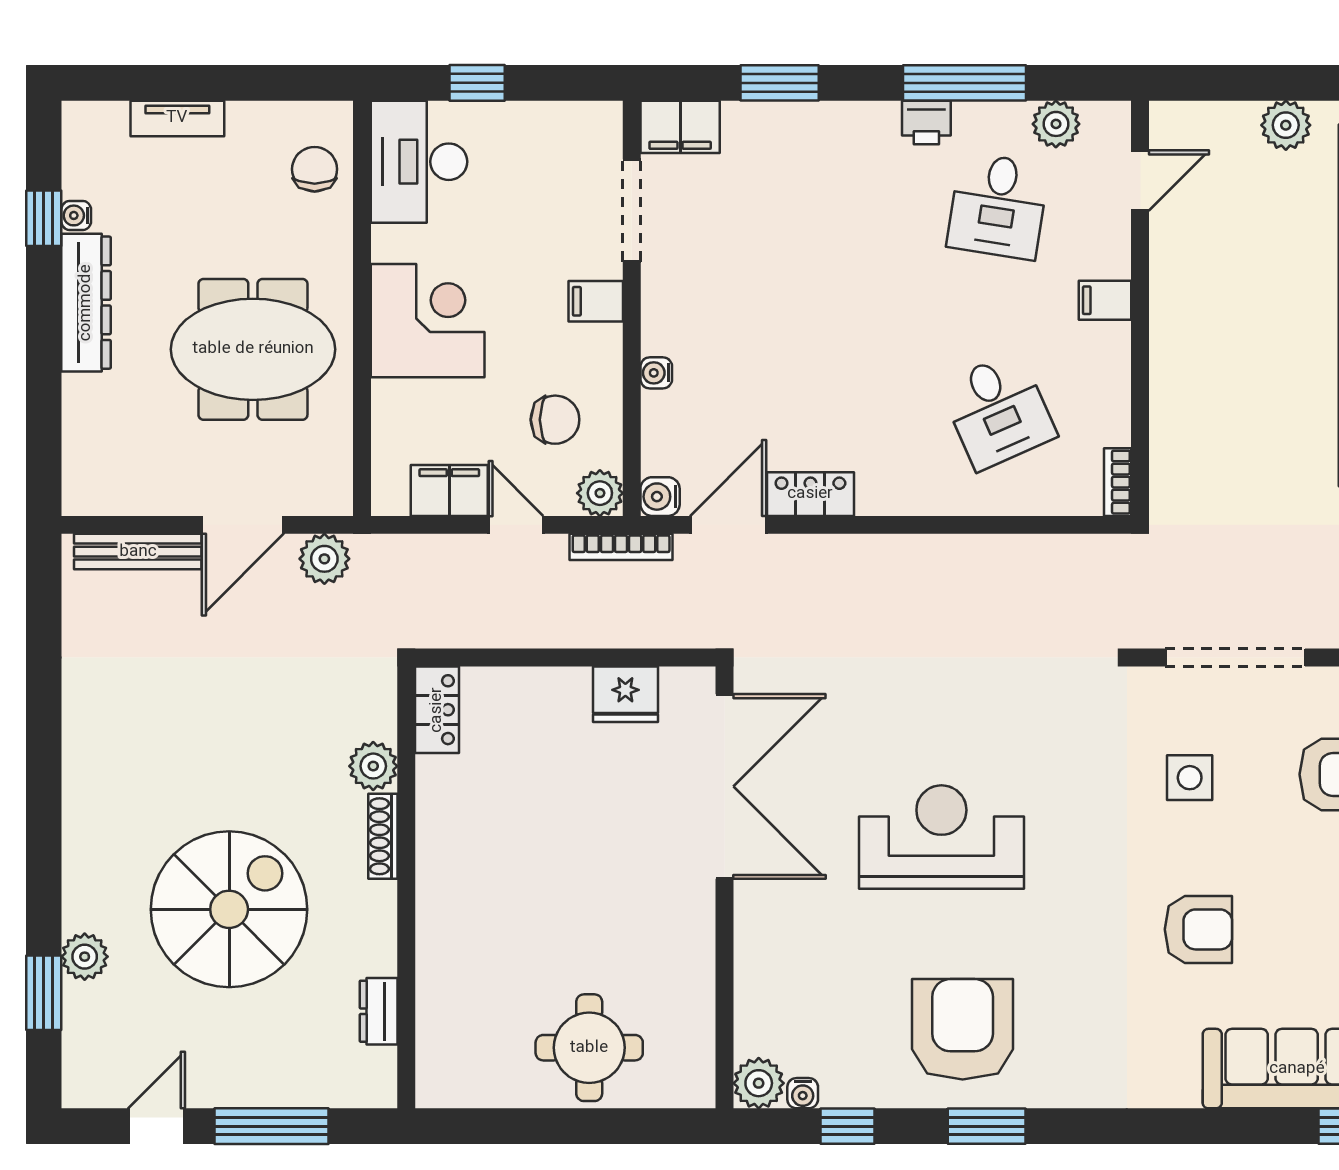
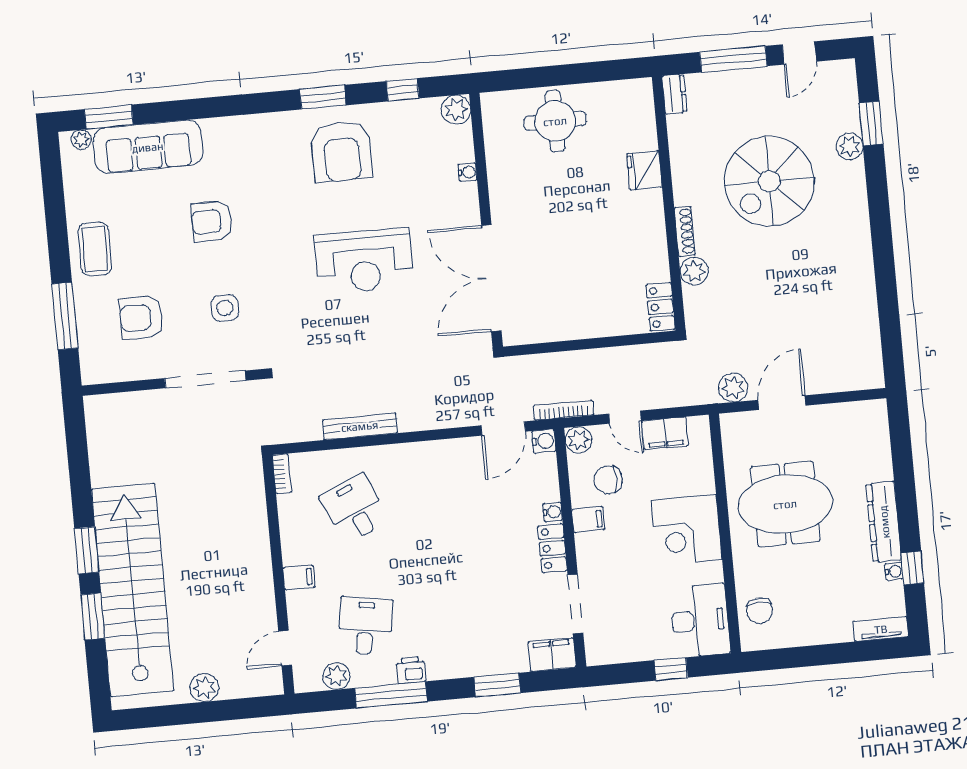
tv unit: (177, 118) -> (881, 629), moved
filing cabinet: (596, 301) -> (588, 520), moved
locker: (810, 494) -> (552, 548), moved, turned 90
bench: (138, 552) -> (360, 426), moved
fridge: (625, 694) -> (644, 170), moved, turned -90
dresser: (379, 1011) -> (675, 94), moved
water cooler: (803, 1093) -> (468, 172), moved, turned 90

